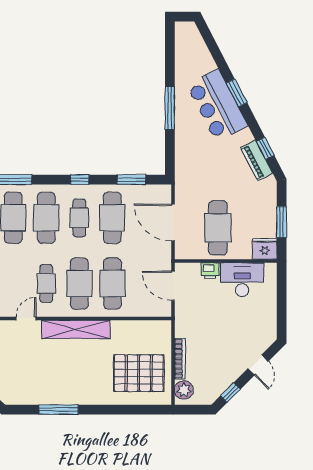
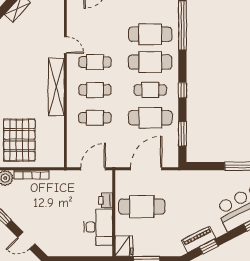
cafe table: (79, 283) -> (95, 90), width x0.73, depth x0.74
cafe table: (112, 283) -> (95, 118), width x0.73, depth x0.74

